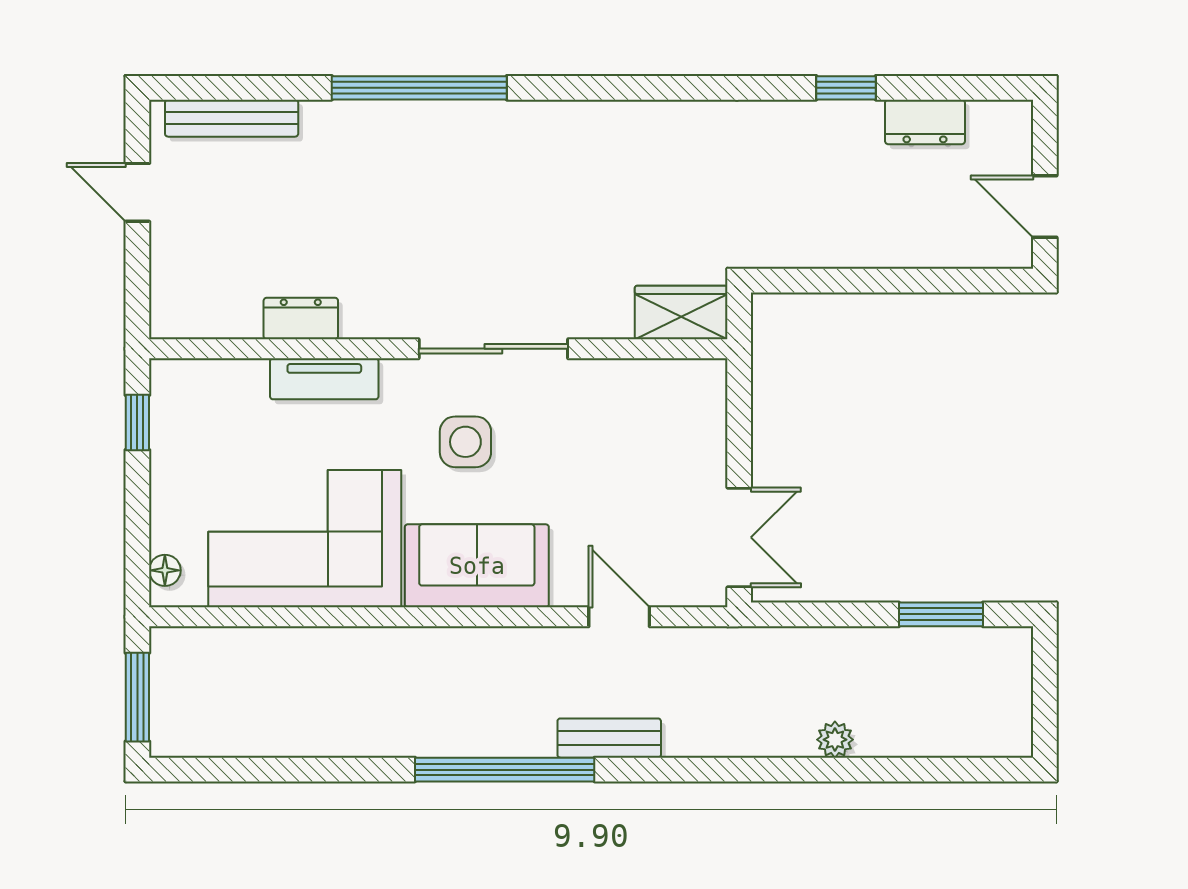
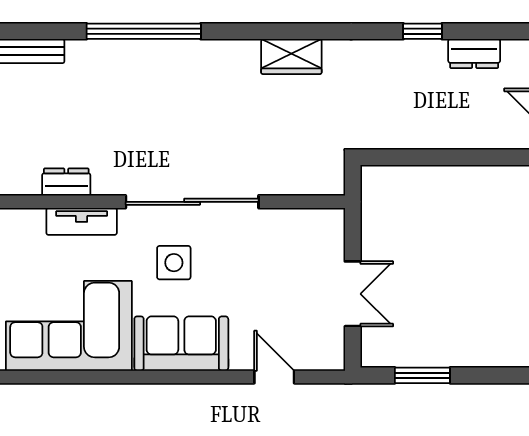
wardrobe: (681, 312) -> (291, 56), moved, turned 180
sliding door: (493, 349) -> (192, 202), width x1.36
double door: (739, 537) -> (353, 294), moved
window: (941, 614) -> (422, 375), moved

